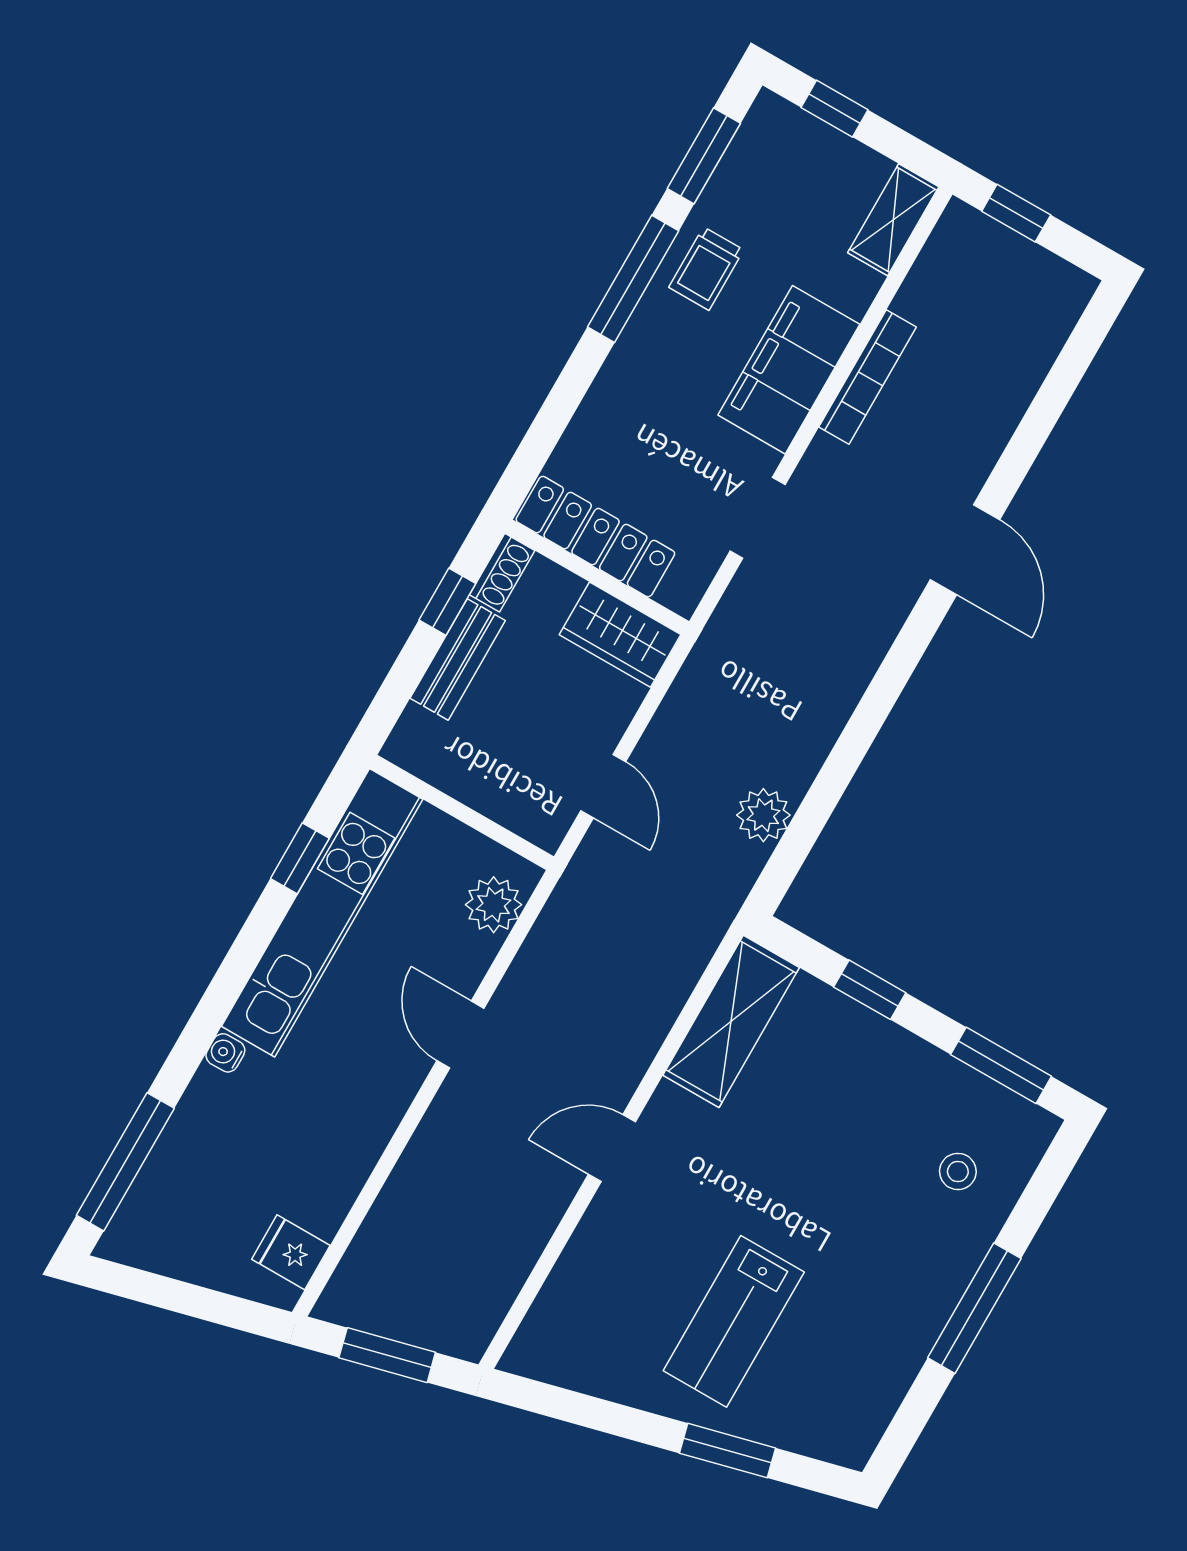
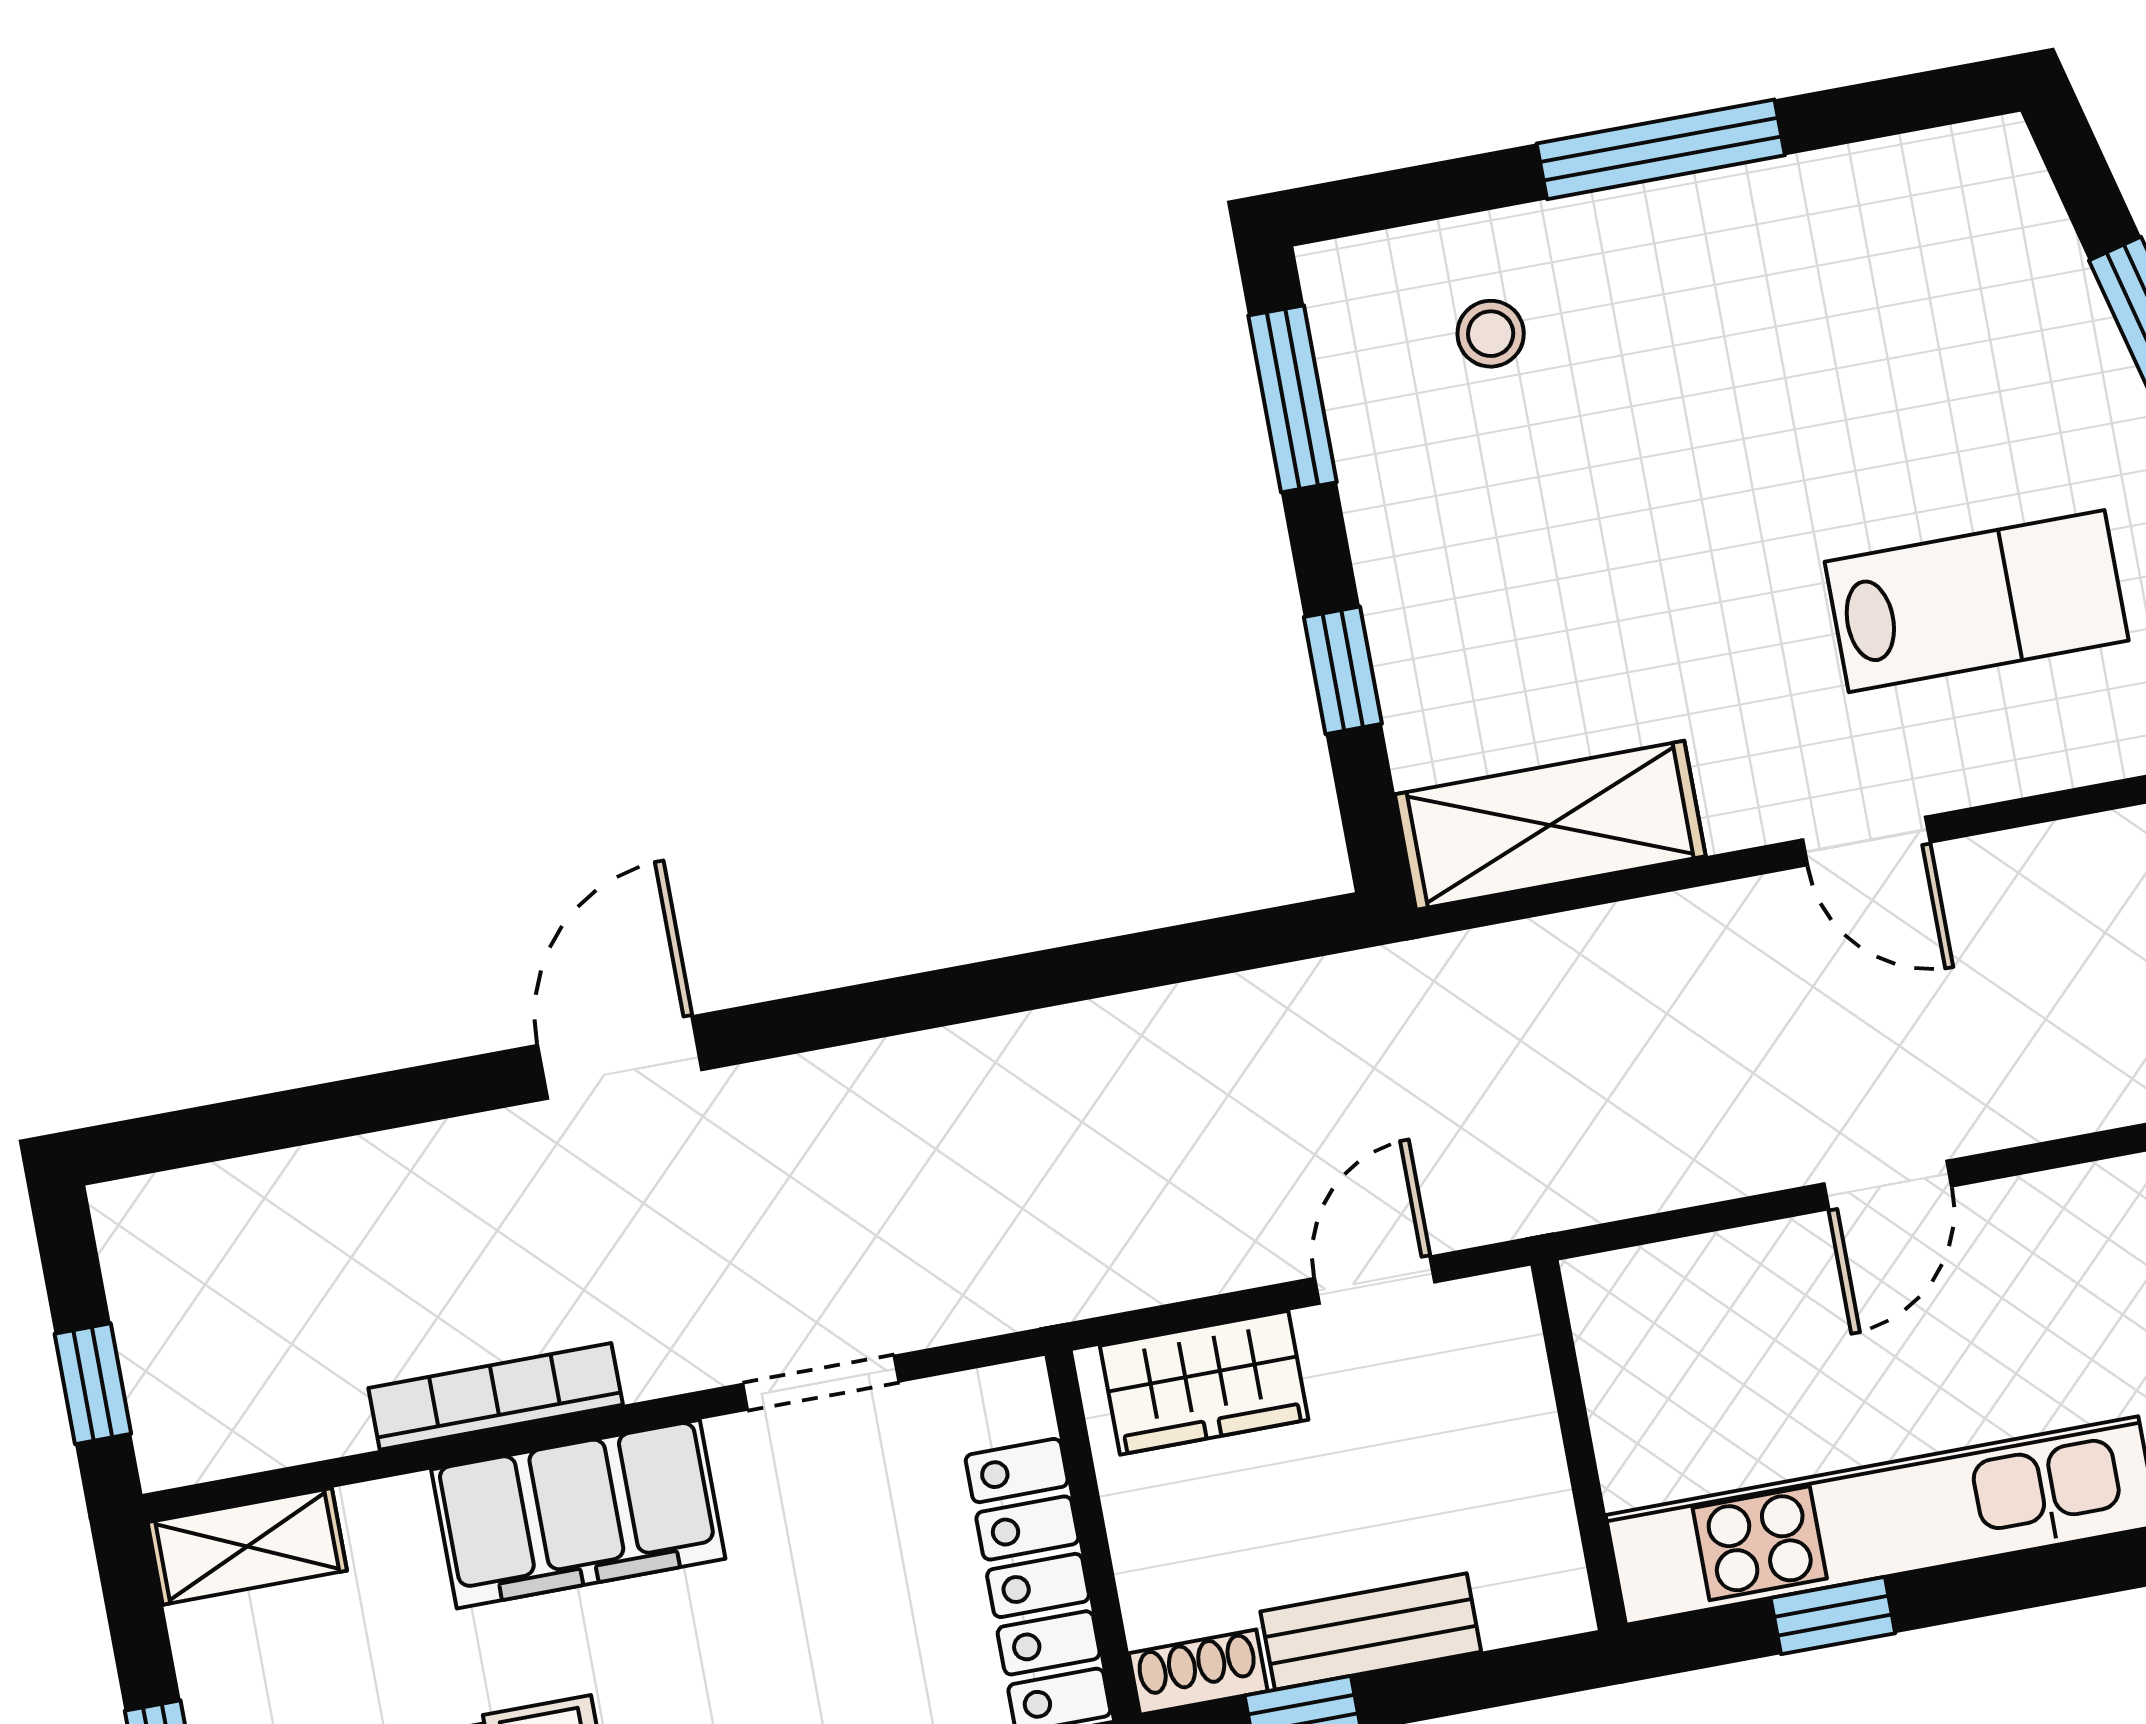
wardrobe: (620, 635) -> (1204, 1383), moved, turned 90
plant: (763, 815) -> (1226, 1024), removed
plant: (494, 905) -> (1669, 1292), removed
lab bench: (734, 1321) -> (1977, 601), moved

